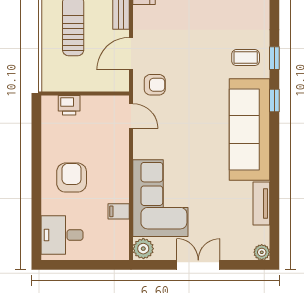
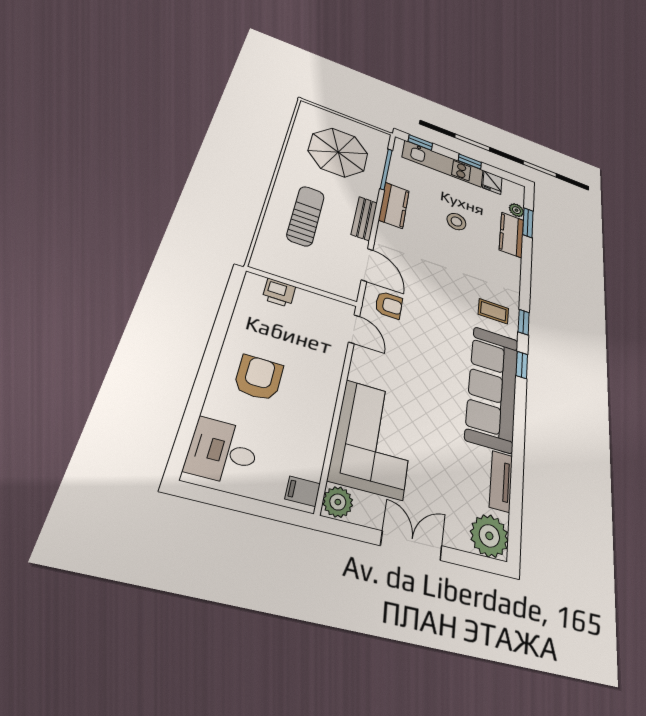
door: (131, 54) -> (367, 265), swing flipped
filing cabinet: (119, 211) -> (303, 491), moved
plant: (262, 252) -> (489, 536), width x1.87, depth x1.87

